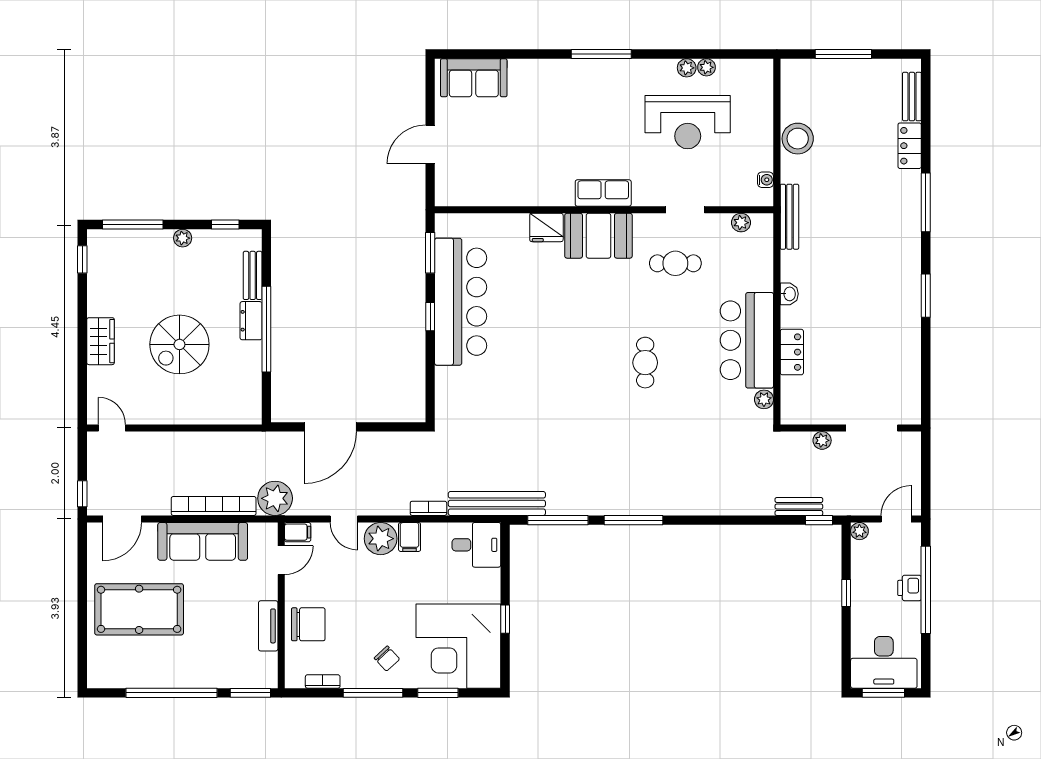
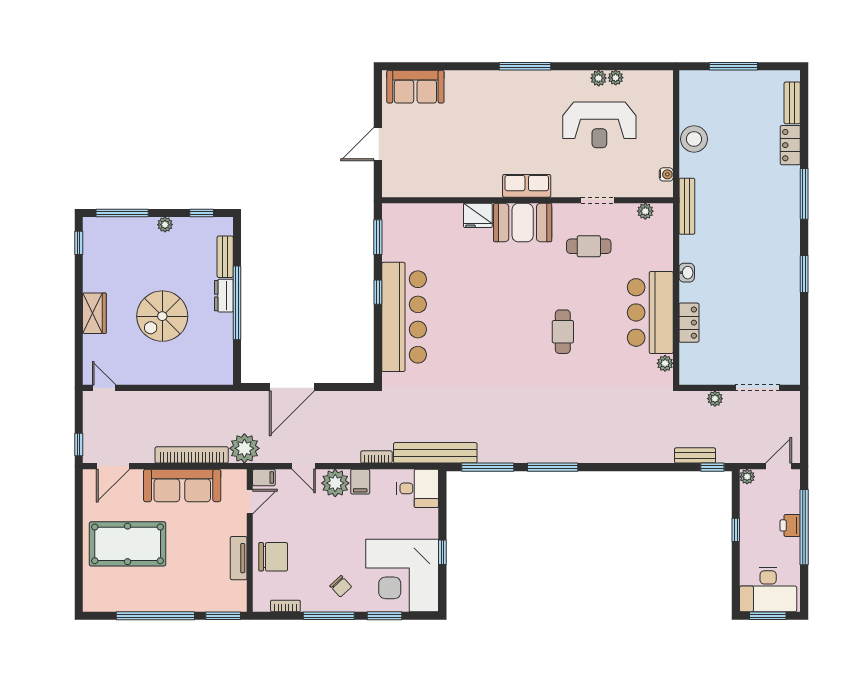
bar counter: (461, 302) -> (404, 317), moved

